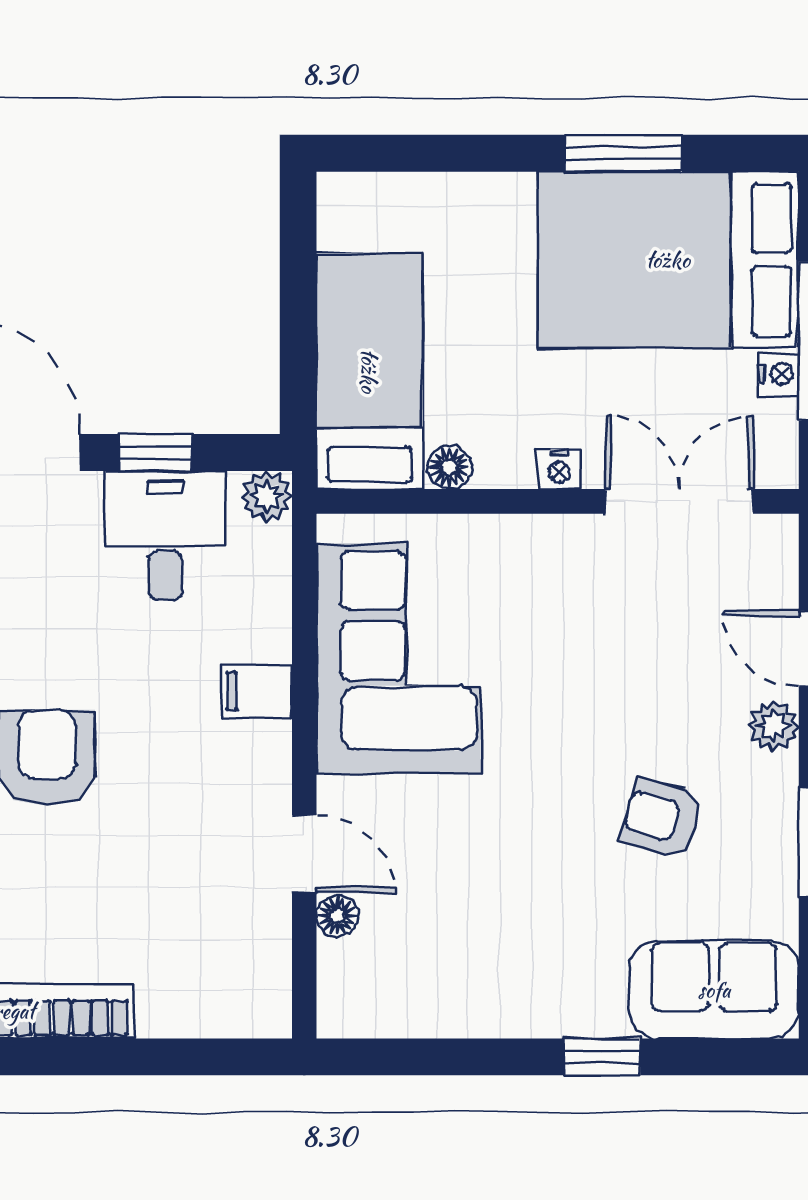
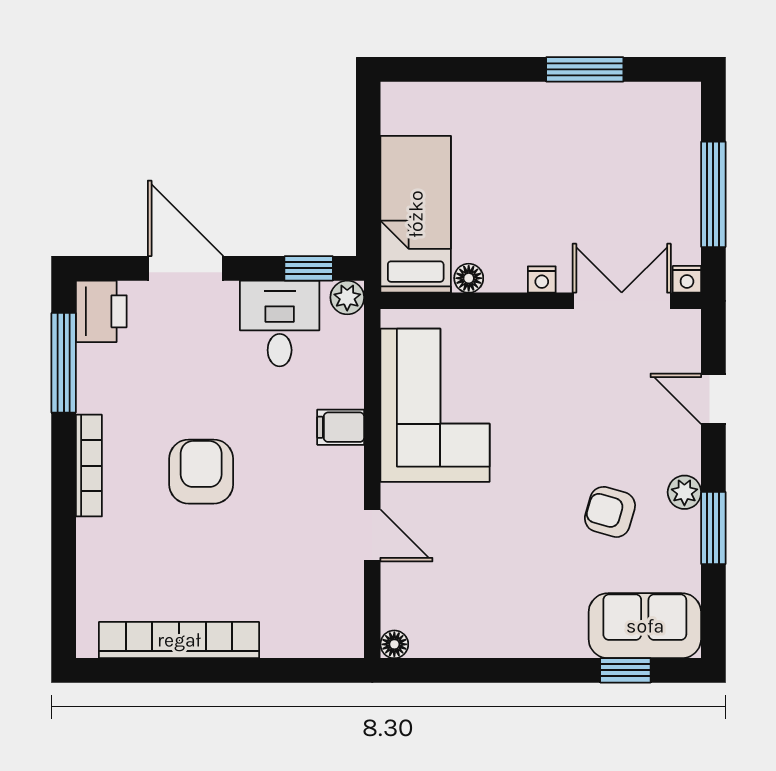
bed: (668, 260) -> (614, 140), removed
nightstand: (779, 374) -> (687, 279), moved, turned 90
window: (155, 452) -> (309, 268), moved
plant: (774, 726) -> (684, 492), moved
floor lamp: (337, 916) -> (394, 644), moved
window: (602, 1057) -> (625, 670), moved

